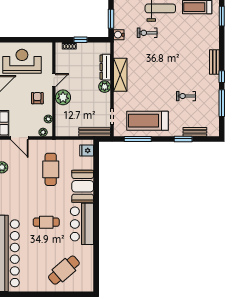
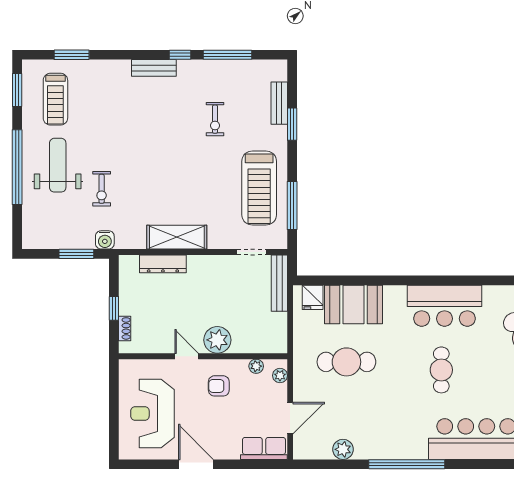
plant: (105, 87) -> (198, 265), removed
booth: (83, 186) -> (353, 304), moved

